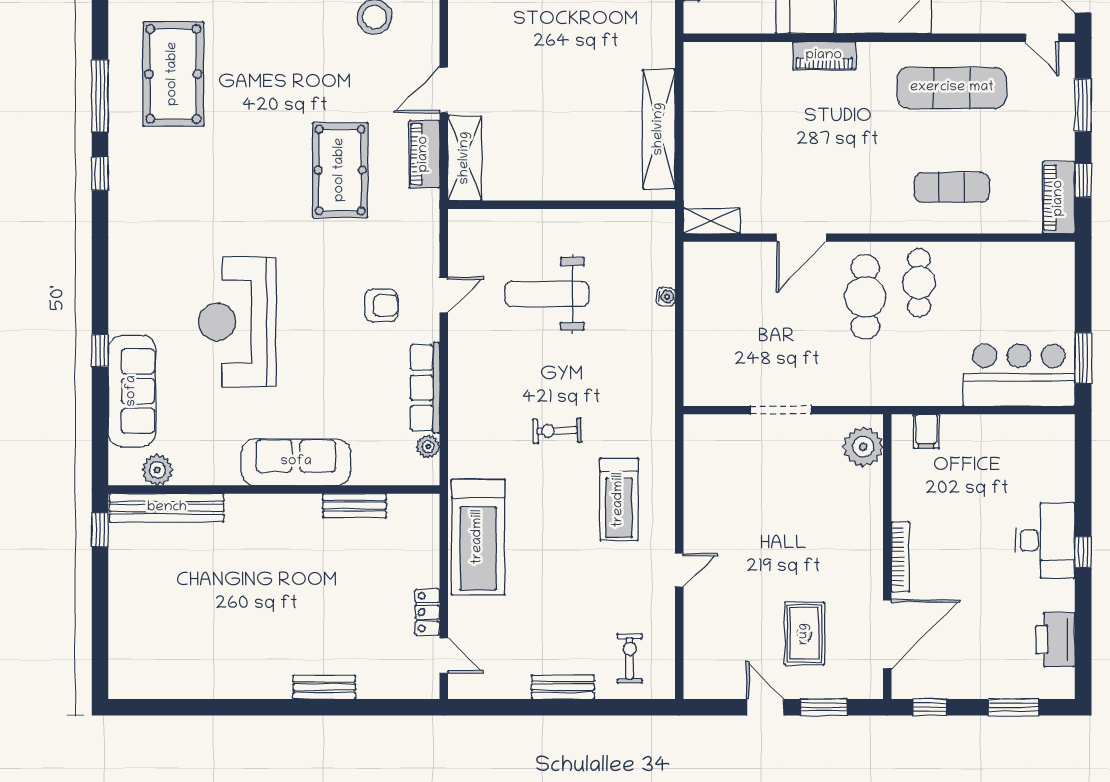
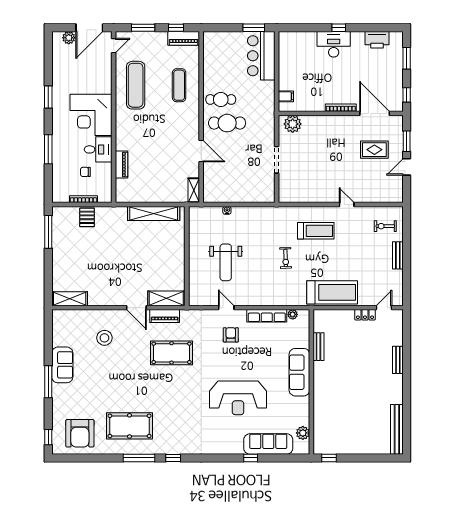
piano: (824, 56) -> (122, 165), moved
bench: (167, 508) -> (397, 429), moved

